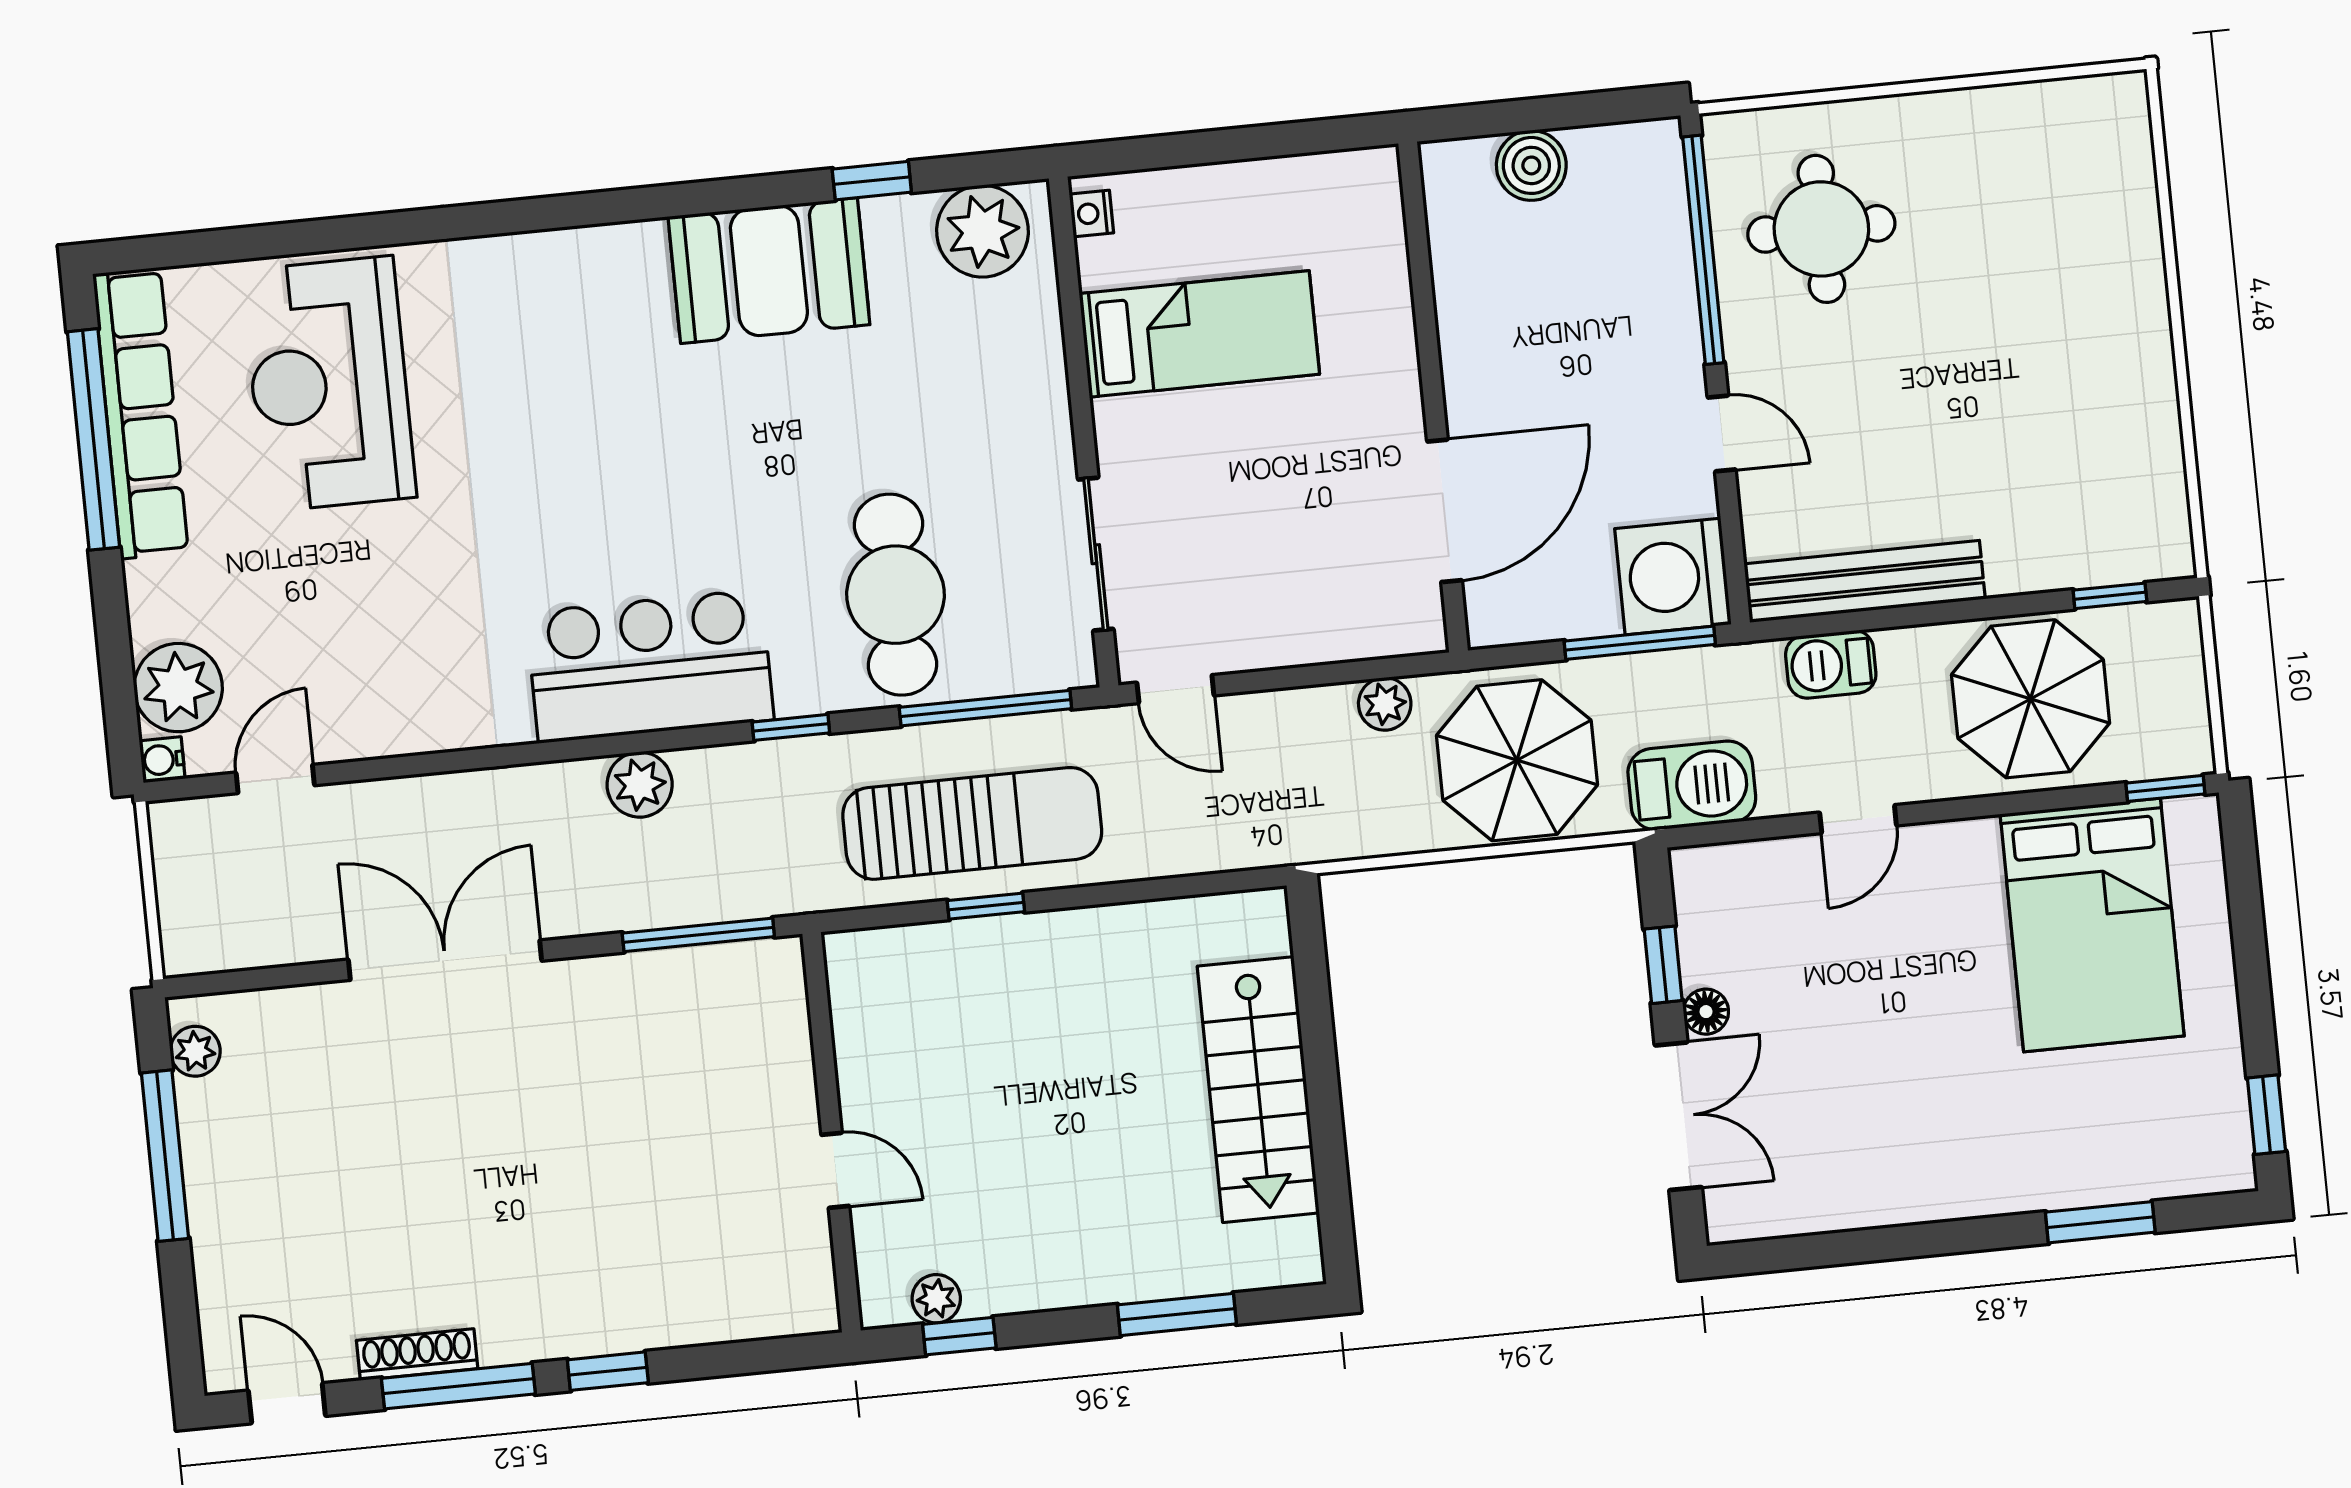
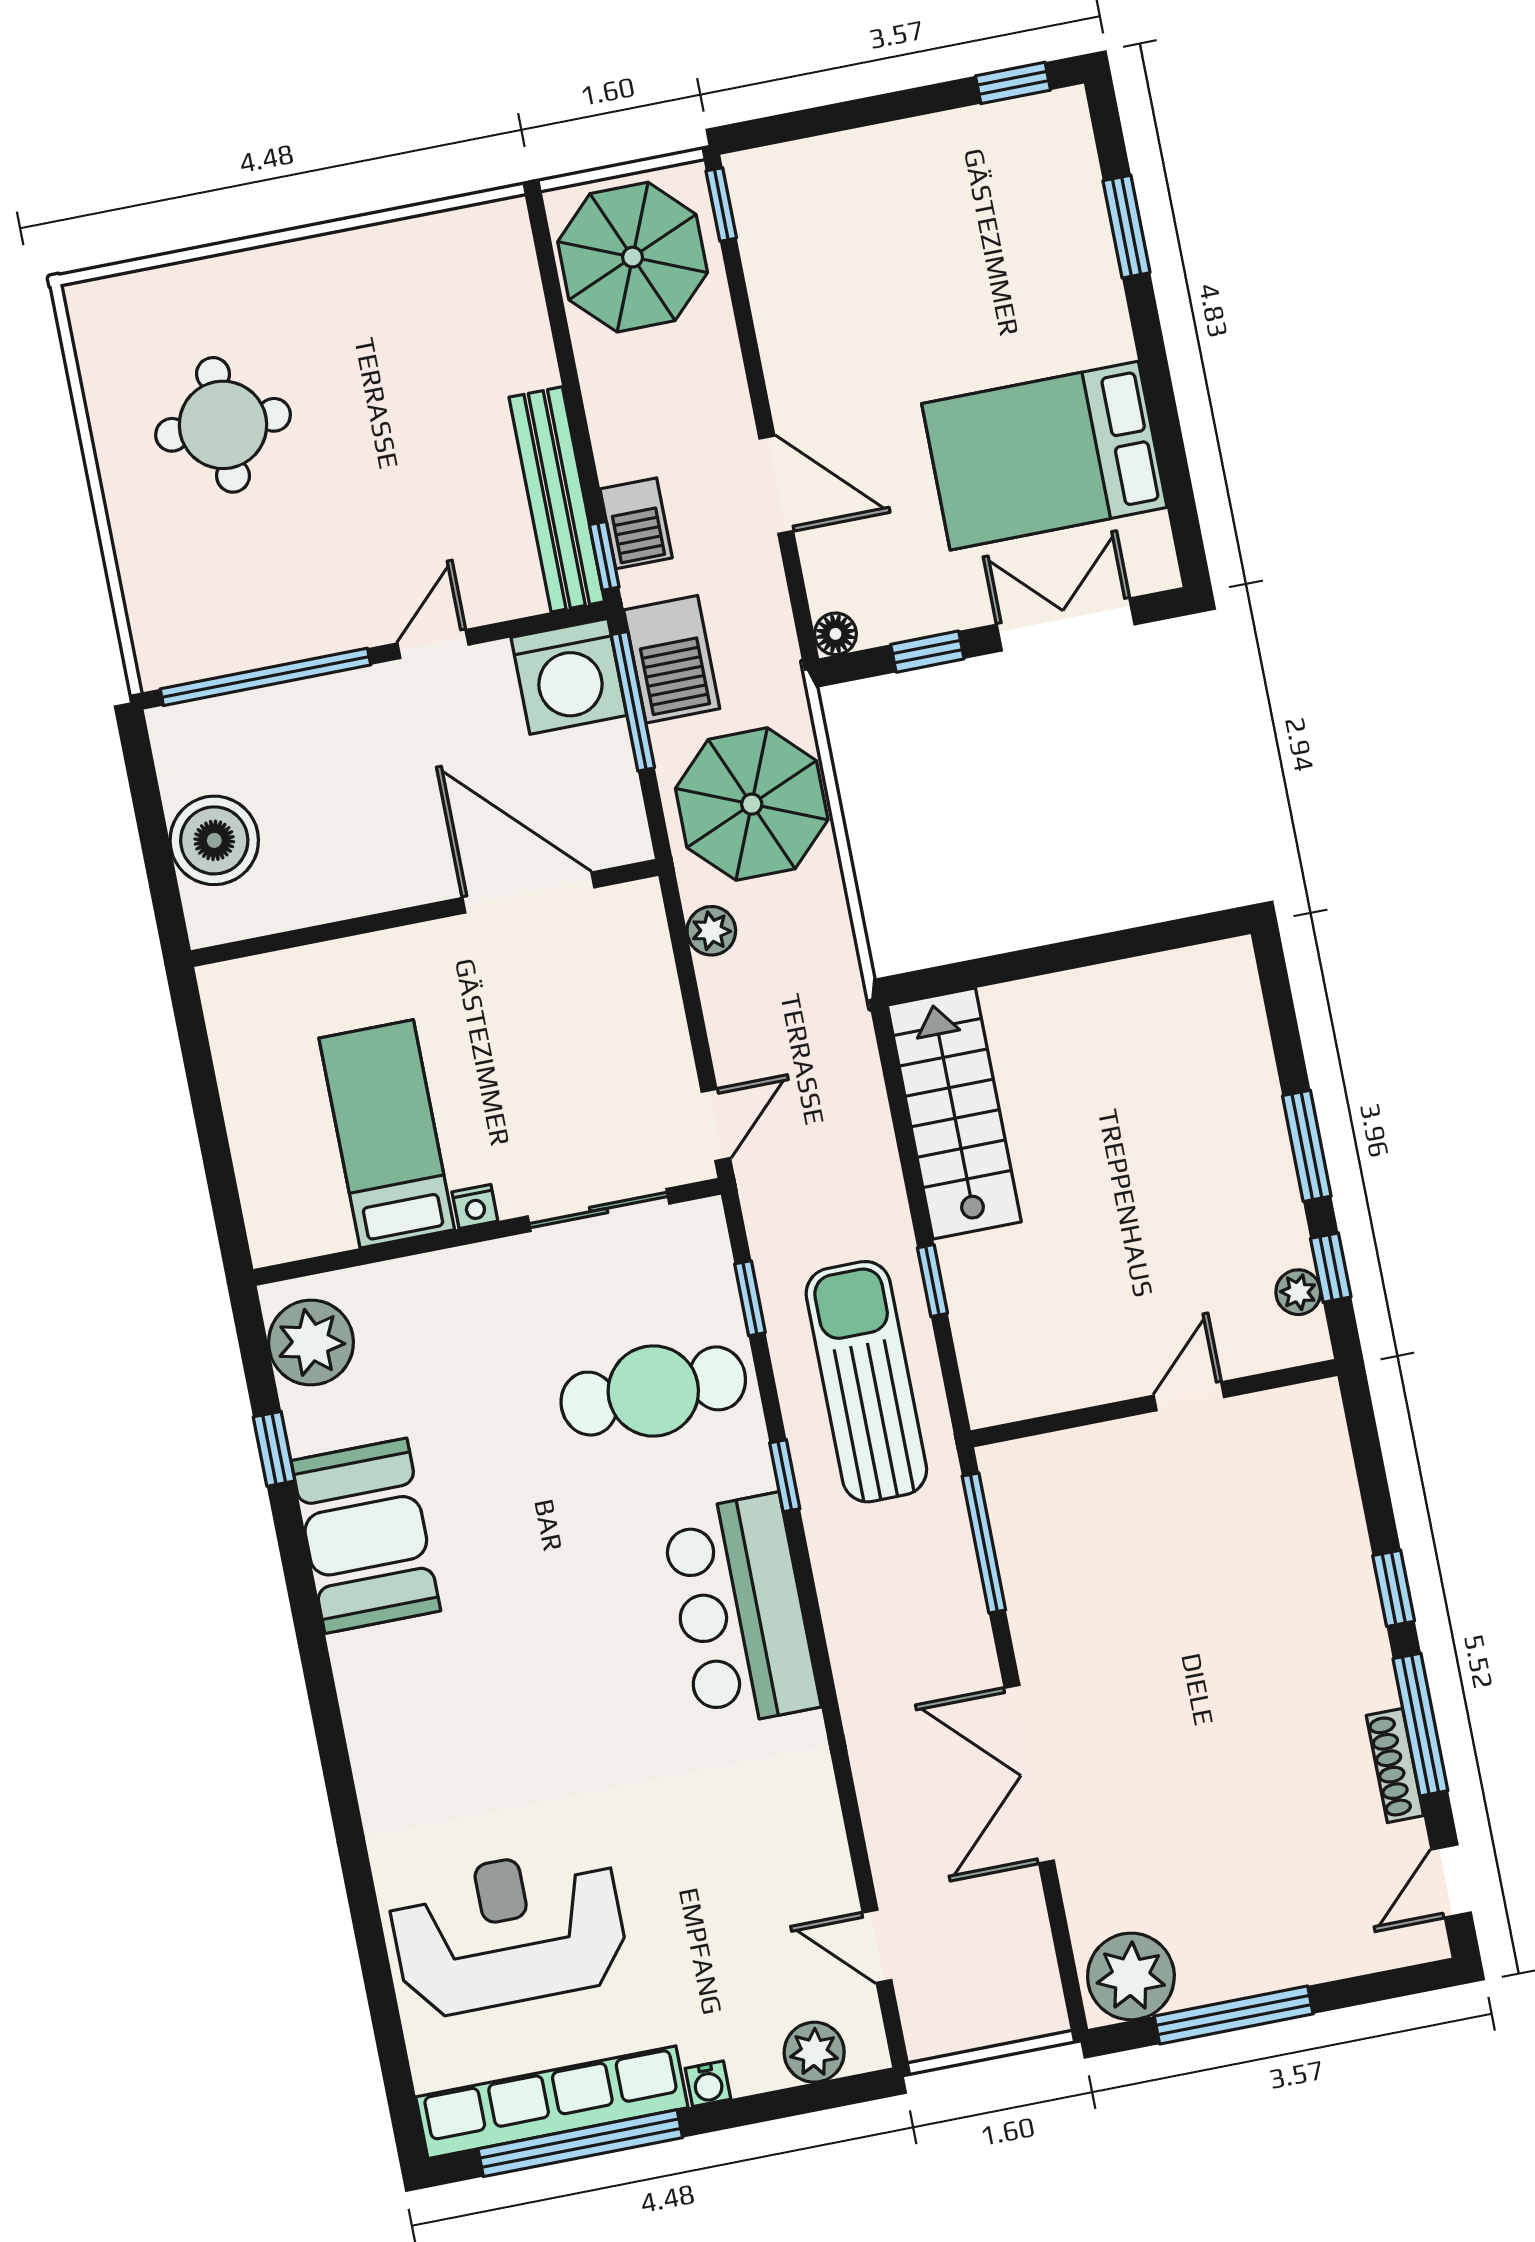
boiler: (1531, 165) -> (214, 840), width x1.37, depth x1.37
nightstand: (1091, 213) -> (475, 1206), moved
round table: (1821, 229) -> (223, 425), moved
reception desk: (329, 384) -> (508, 1931), turned 180
window: (2110, 596) -> (604, 556), moved
plant: (178, 688) -> (814, 2052), width x0.73, depth x0.73
parasol: (2031, 699) -> (633, 257), moved
window: (985, 708) -> (750, 1298), width x0.46
water cooler: (162, 760) -> (708, 2084), moved
plant: (640, 785) -> (851, 1610), removed
barbecue: (1692, 785) -> (672, 659), moved, turned 180
door: (1858, 819) -> (776, 485), width x1.38
sun lounger: (972, 823) -> (866, 1382), moved
bed: (2092, 925) -> (1044, 456), moved, turned 180
floor lamp: (1706, 1012) -> (835, 634), moved
plant: (195, 1051) -> (1131, 1976), width x1.88, depth x1.88
stairs: (1258, 1090) -> (954, 1114), moved, turned -90
window: (1177, 1314) -> (1307, 1146), moved

